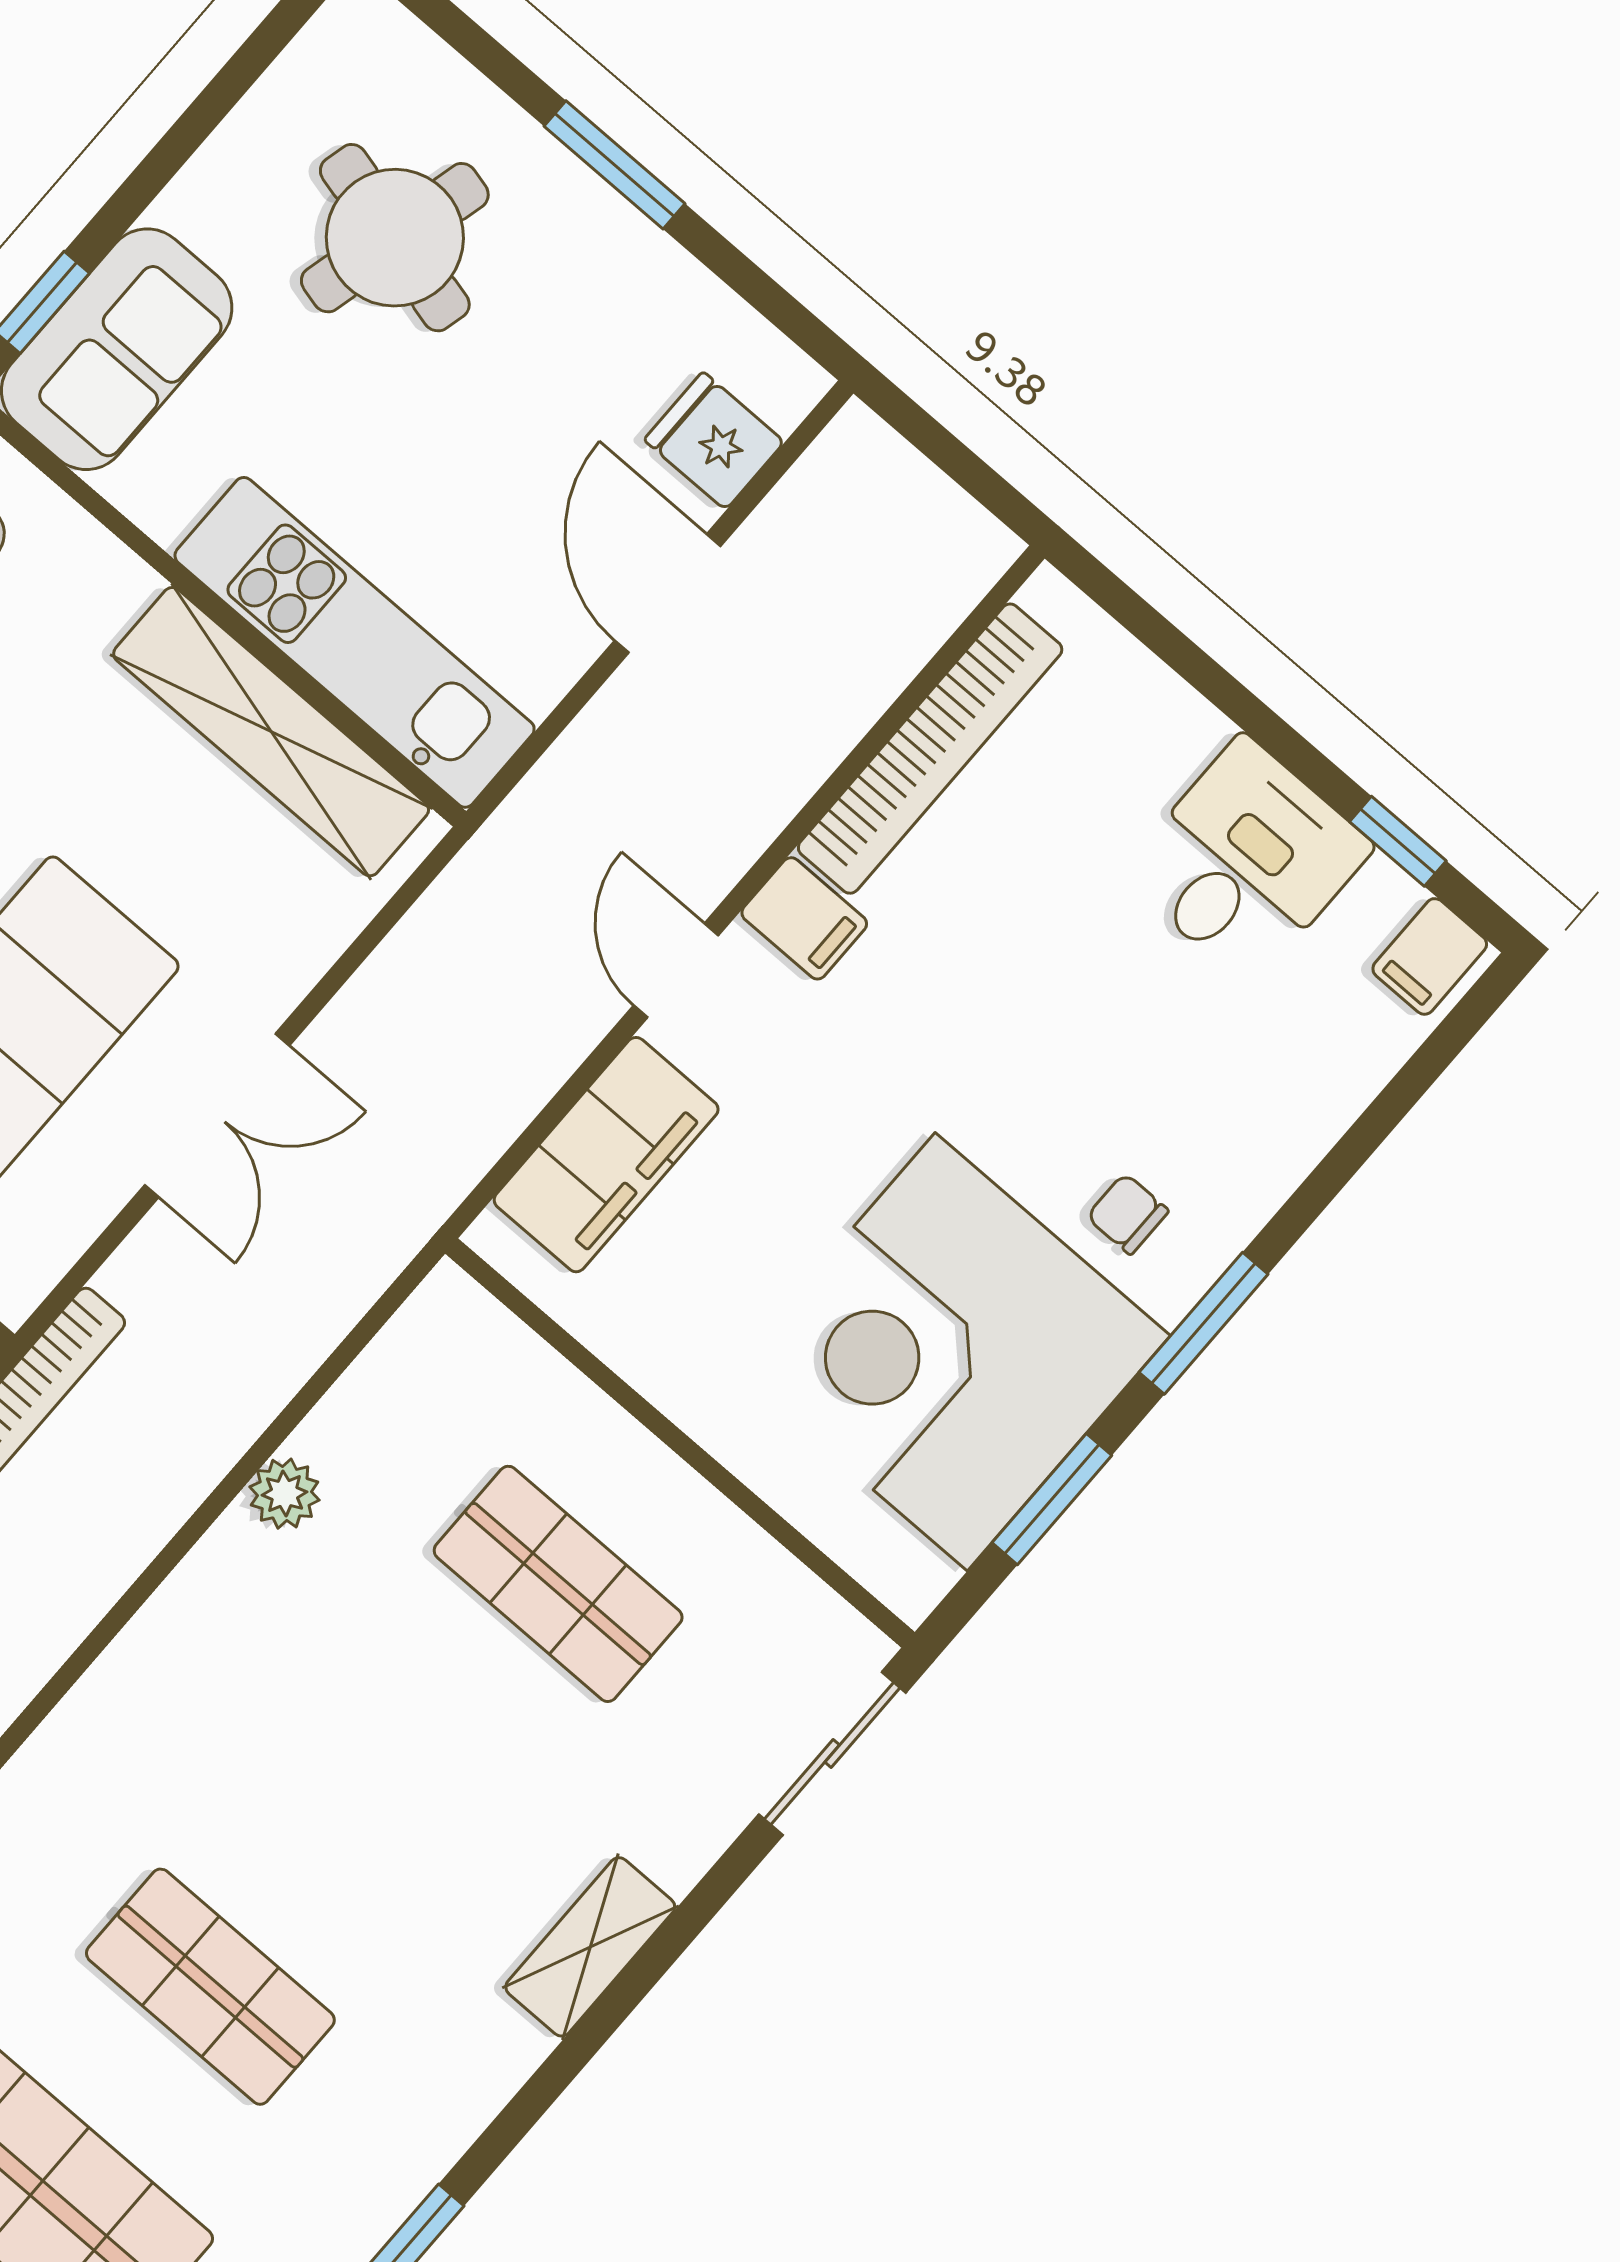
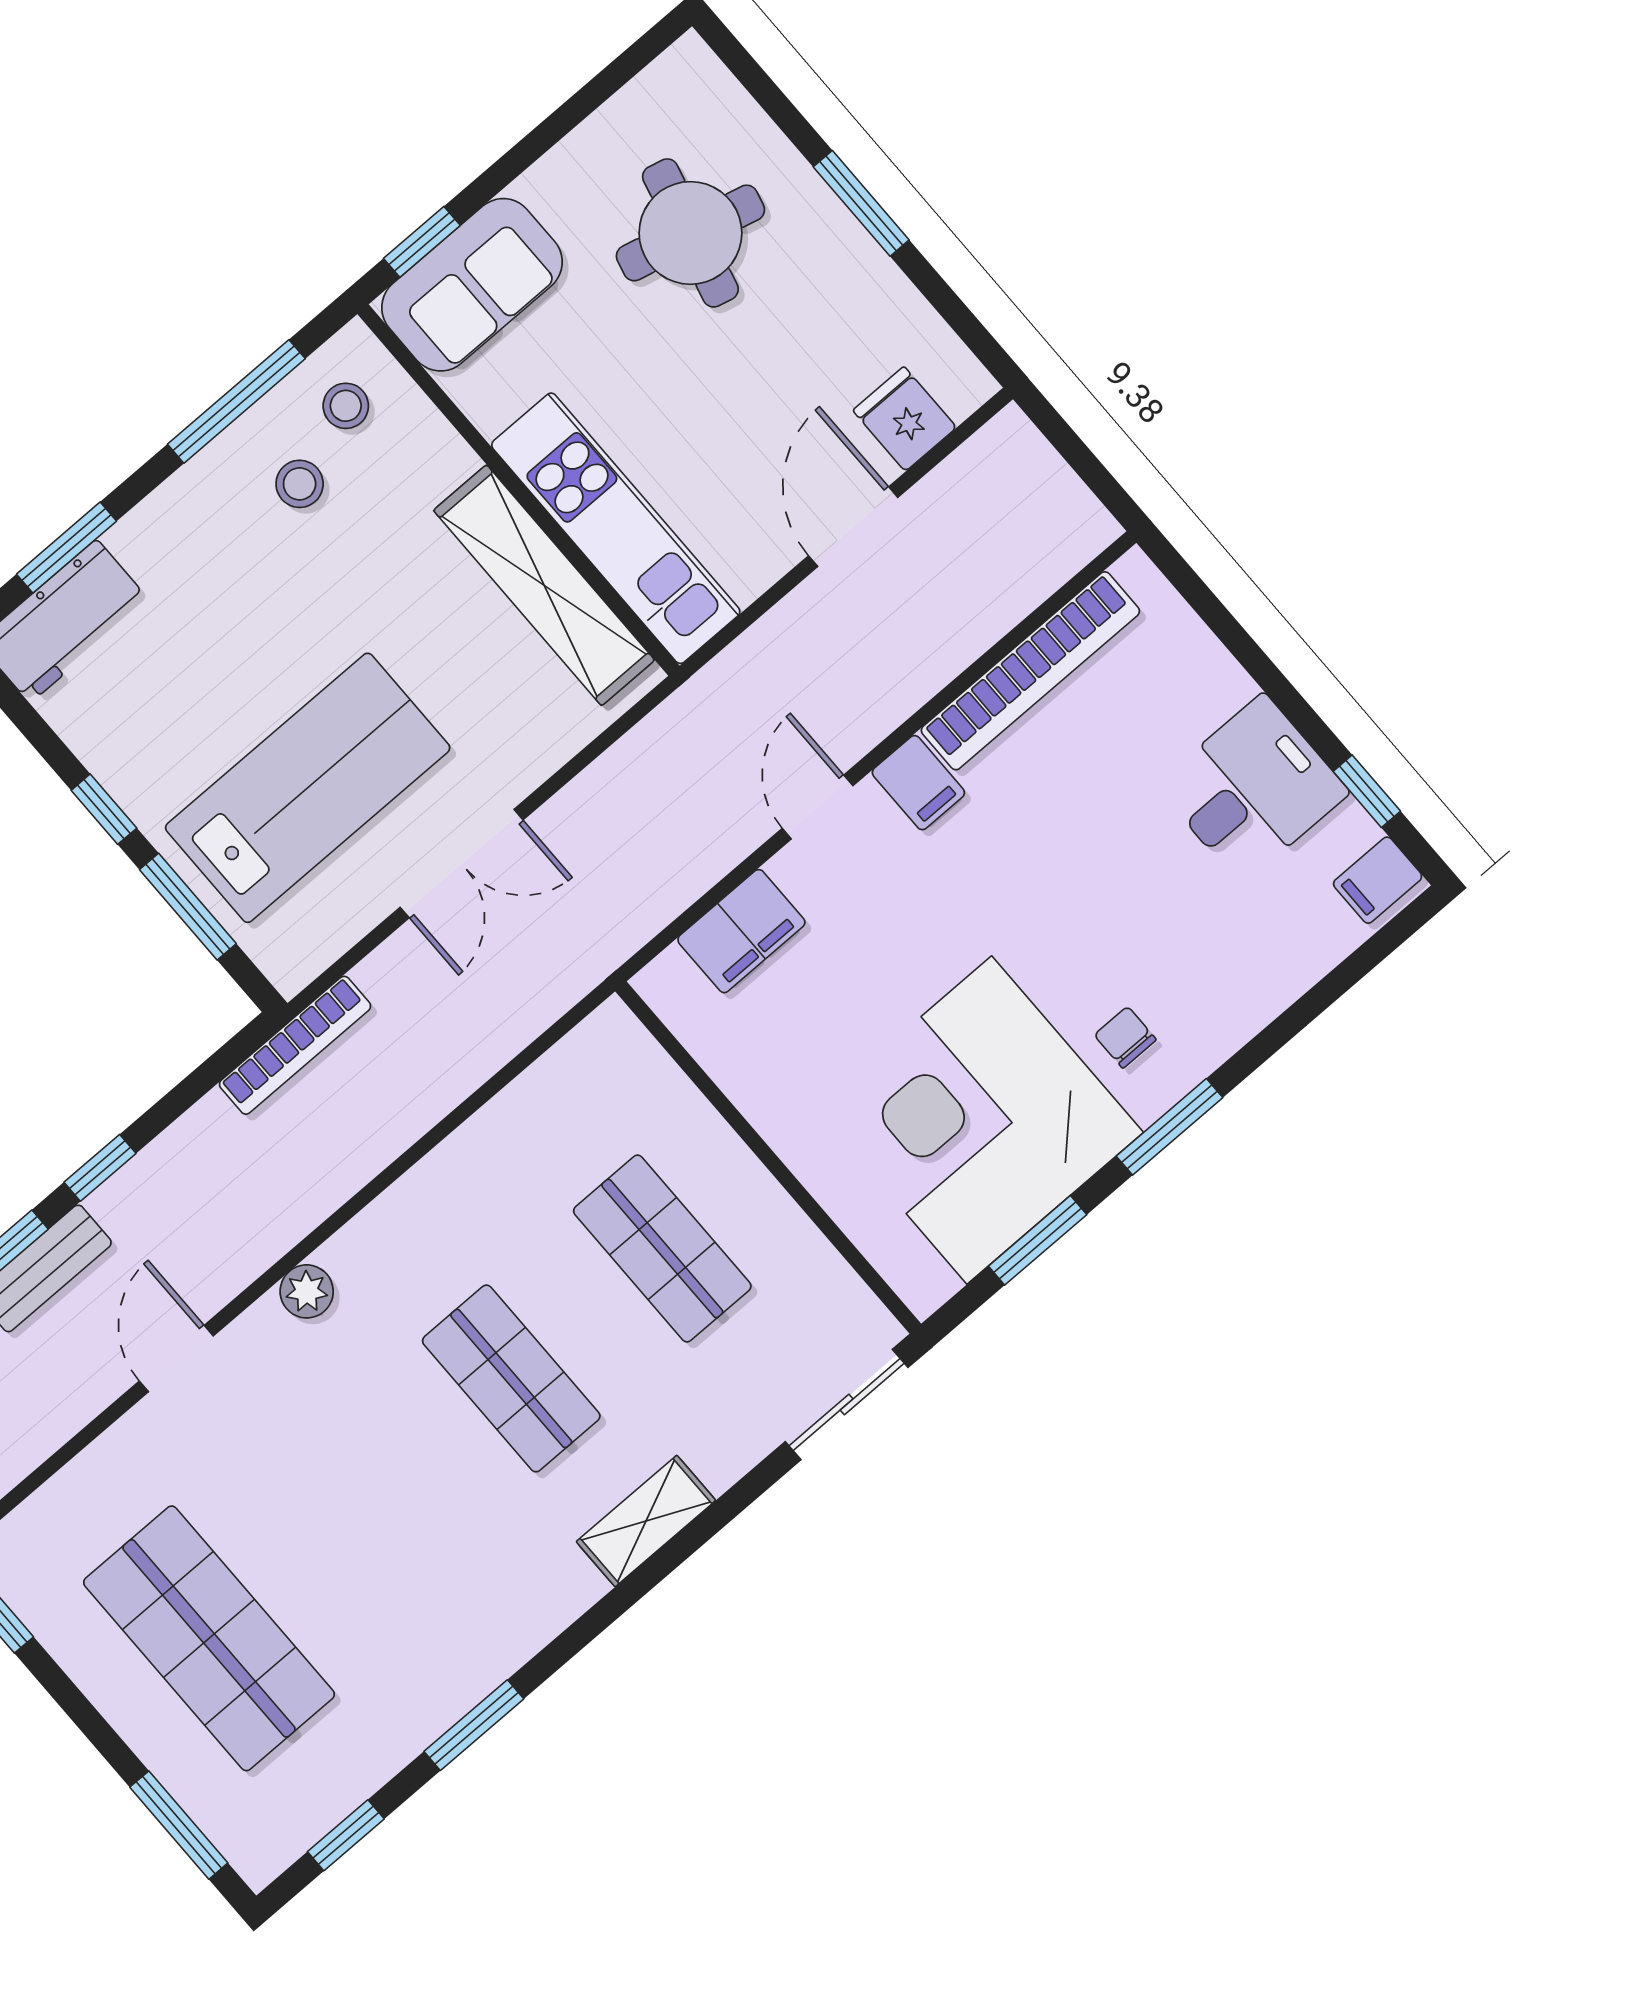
filing cabinet: (606, 1155) -> (741, 931), width x0.67, depth x0.86
plant: (285, 1494) -> (307, 1291), moved
shop shelf: (210, 1987) -> (511, 1378), moved

